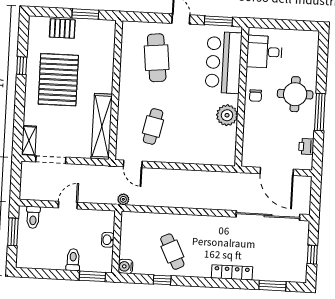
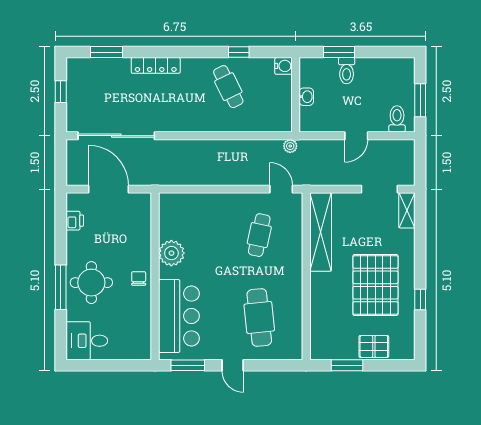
desk: (264, 52) -> (87, 341), moved, turned 180
window: (320, 112) -> (61, 287), moved
window: (92, 276) -> (339, 52), moved

